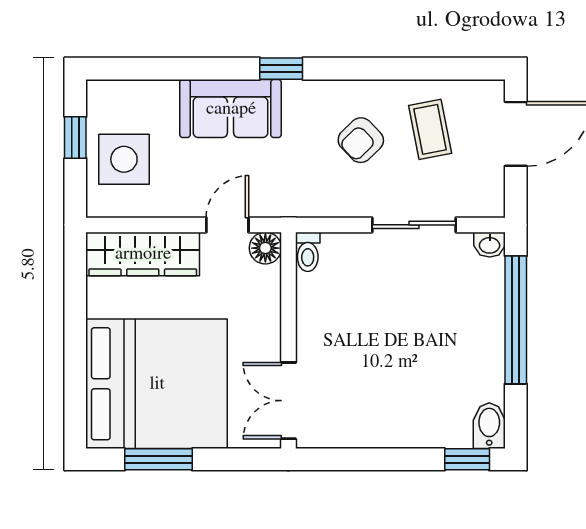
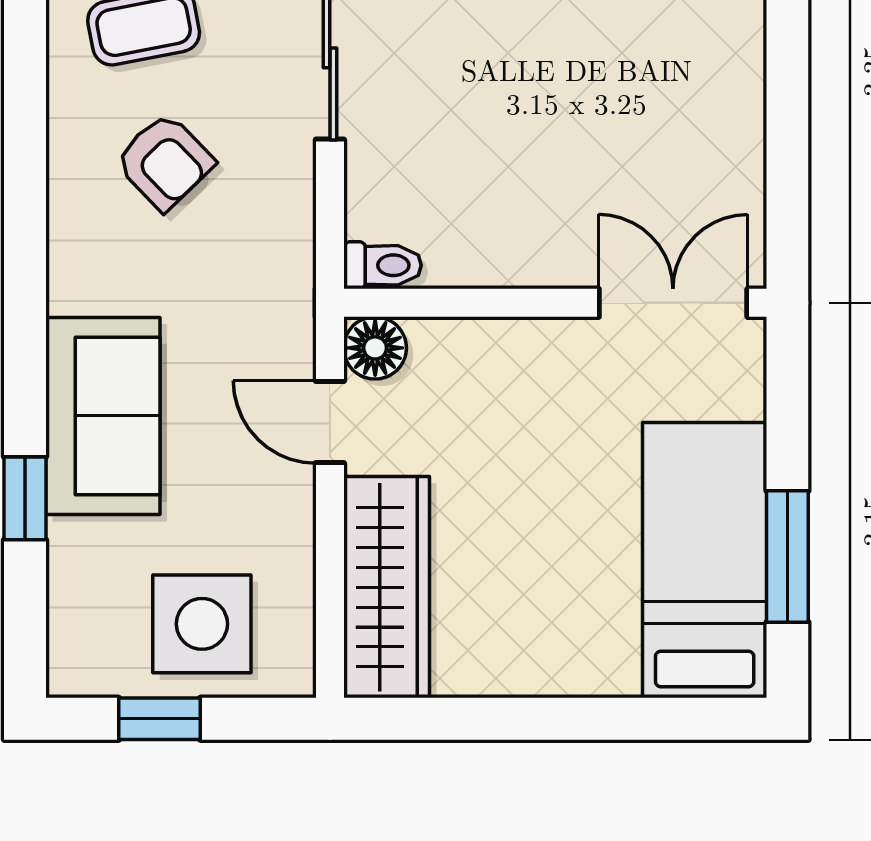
window: (281, 69) -> (25, 498), moved
bed: (157, 384) -> (705, 560), width x0.49
double door: (288, 401) -> (673, 303), swing flipped

